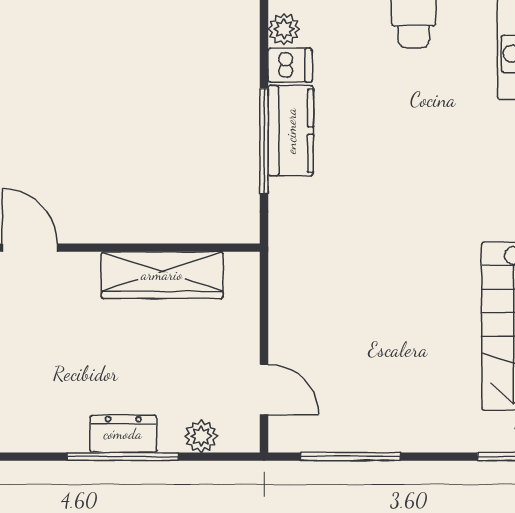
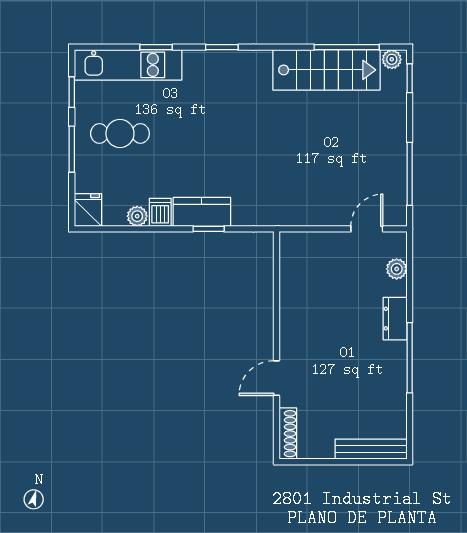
window: (264, 141) -> (209, 229), width x0.46
wardrobe: (162, 275) -> (294, 294), removed
window: (123, 457) -> (410, 358), moved

